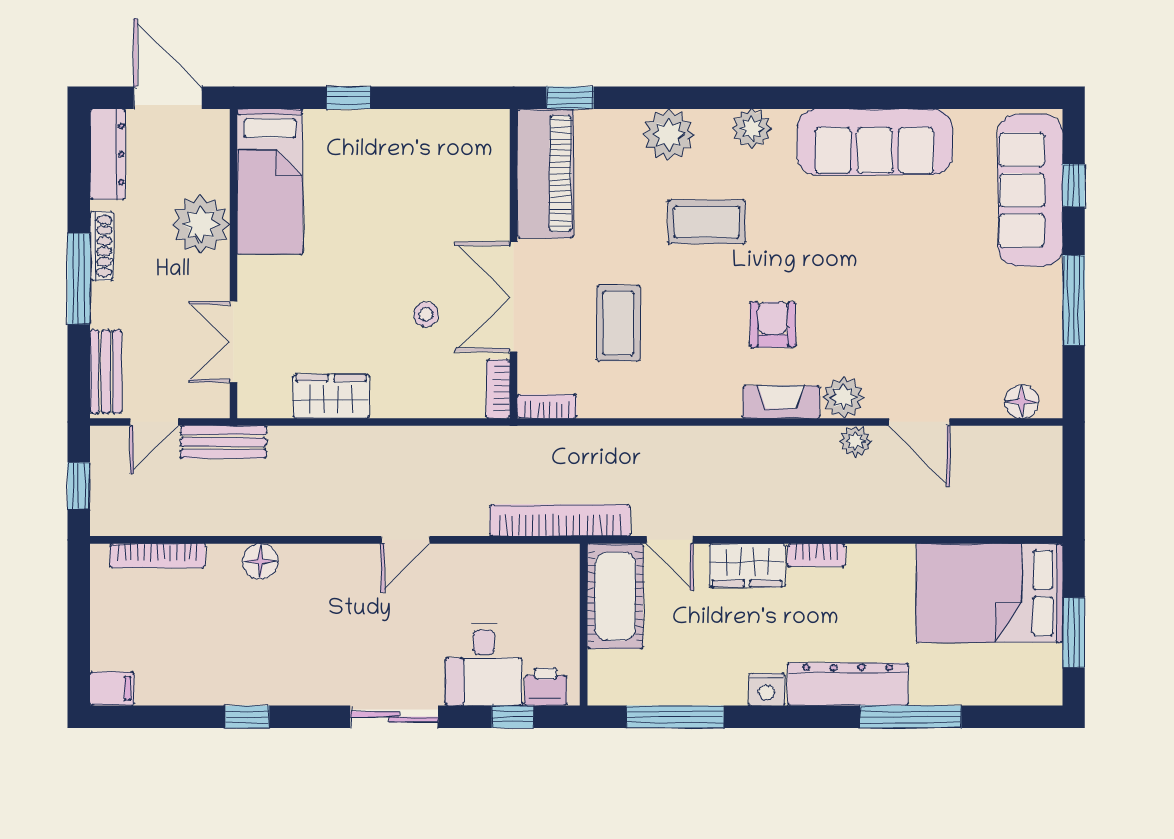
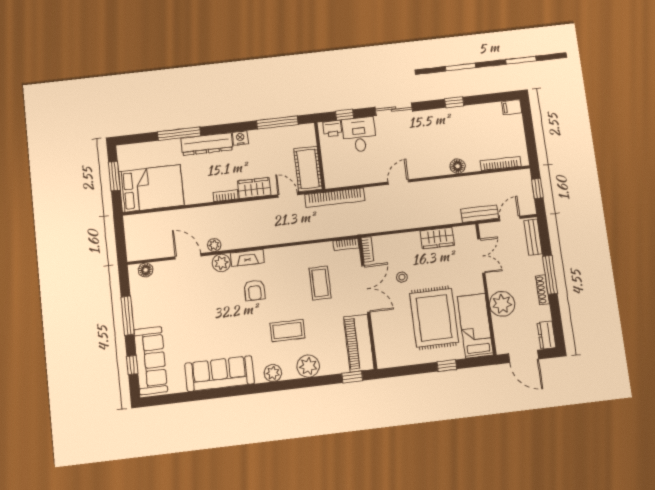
dresser: (108, 154) -> (546, 335), width x0.70
rug: (363, 211) -> (434, 318), added

